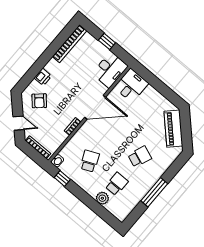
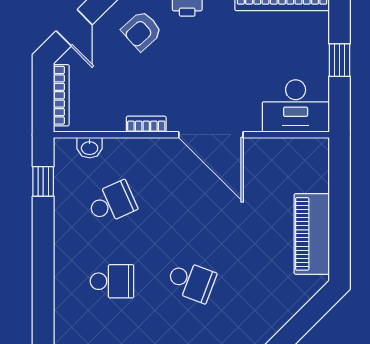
desk: (131, 85) -> (300, 164), removed
piano: (173, 129) -> (312, 234), moved, turned -45
washbasin: (57, 161) -> (90, 148), moved
plant: (102, 198) -> (67, 278), removed

